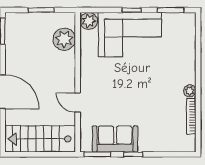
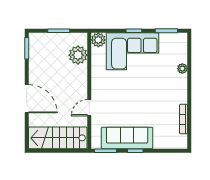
plant: (190, 91) -> (182, 69), moved
door: (78, 103) -> (89, 108), hinge flipped
sofa: (115, 139) -> (127, 138), width x1.36

